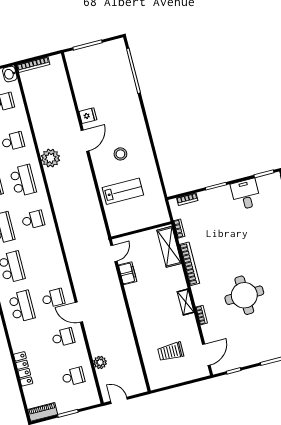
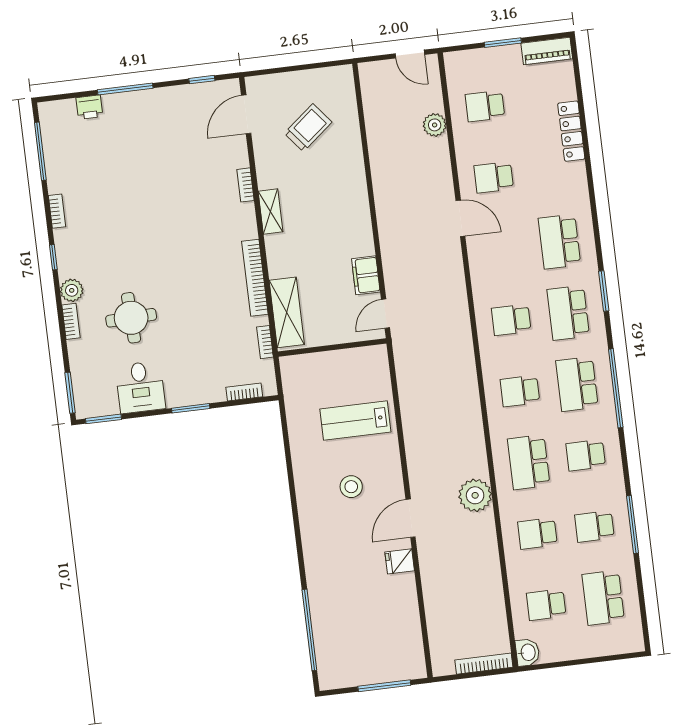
round table: (244, 295) -> (131, 318), moved, width x0.73, depth x0.73
school desk: (53, 298) -> (511, 320), moved
trolley: (171, 352) -> (308, 128), turned -39

